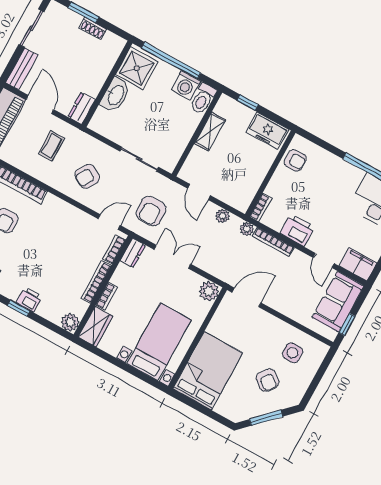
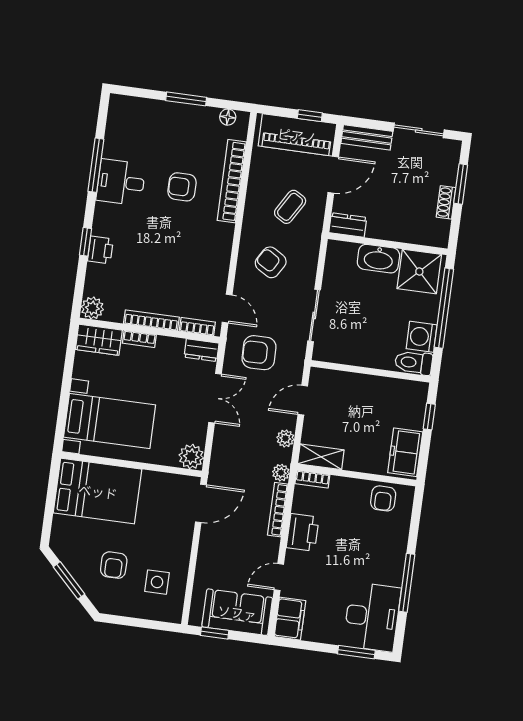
shelving: (210, 132) -> (321, 457), moved
coffee table: (51, 146) -> (290, 207), turned -59
door: (247, 298) -> (201, 503), hinge flipped
armchair: (267, 380) -> (114, 565), turned -37

